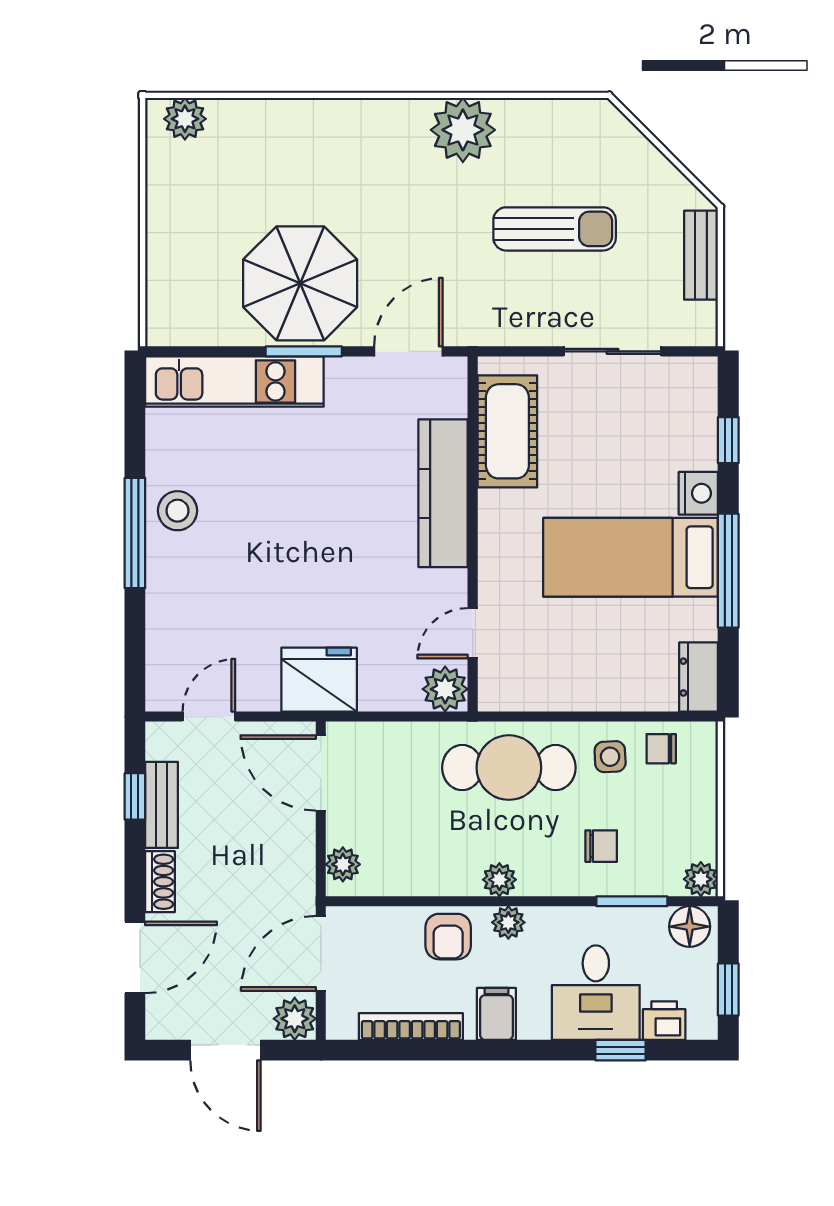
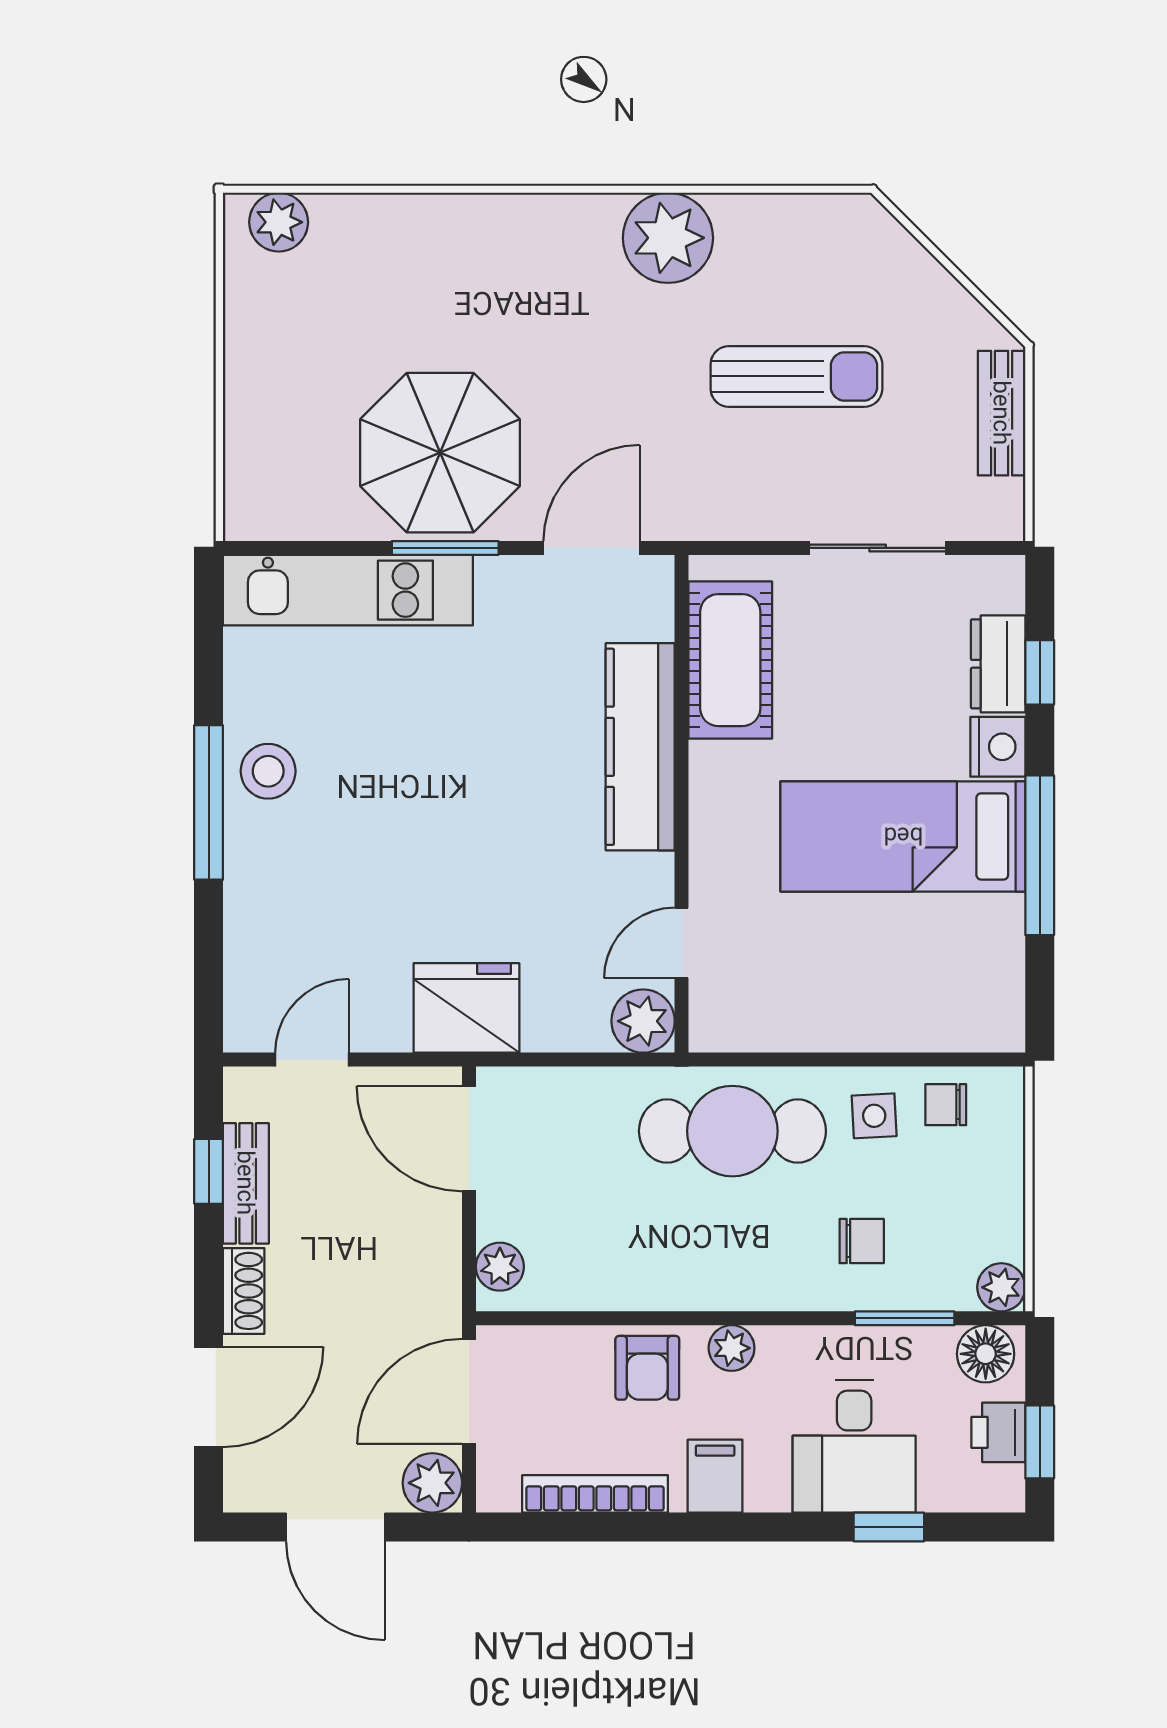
dresser: (699, 677) -> (998, 664), moved
plant: (499, 880) -> (719, 1288), removed
printer: (664, 1021) -> (998, 1432), moved, turned -90

